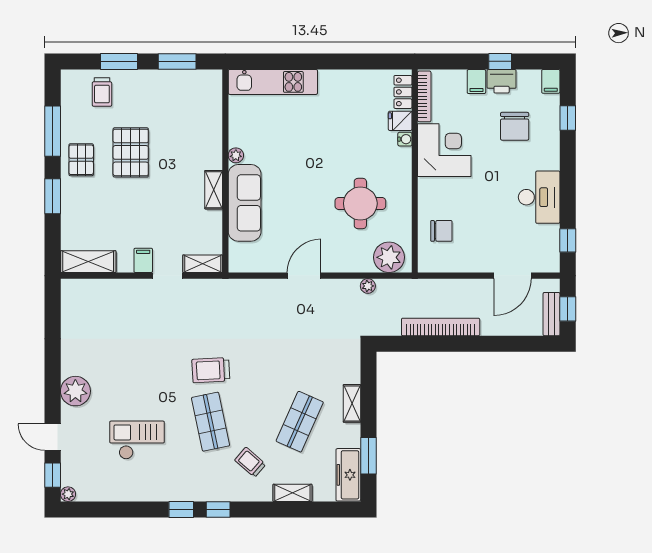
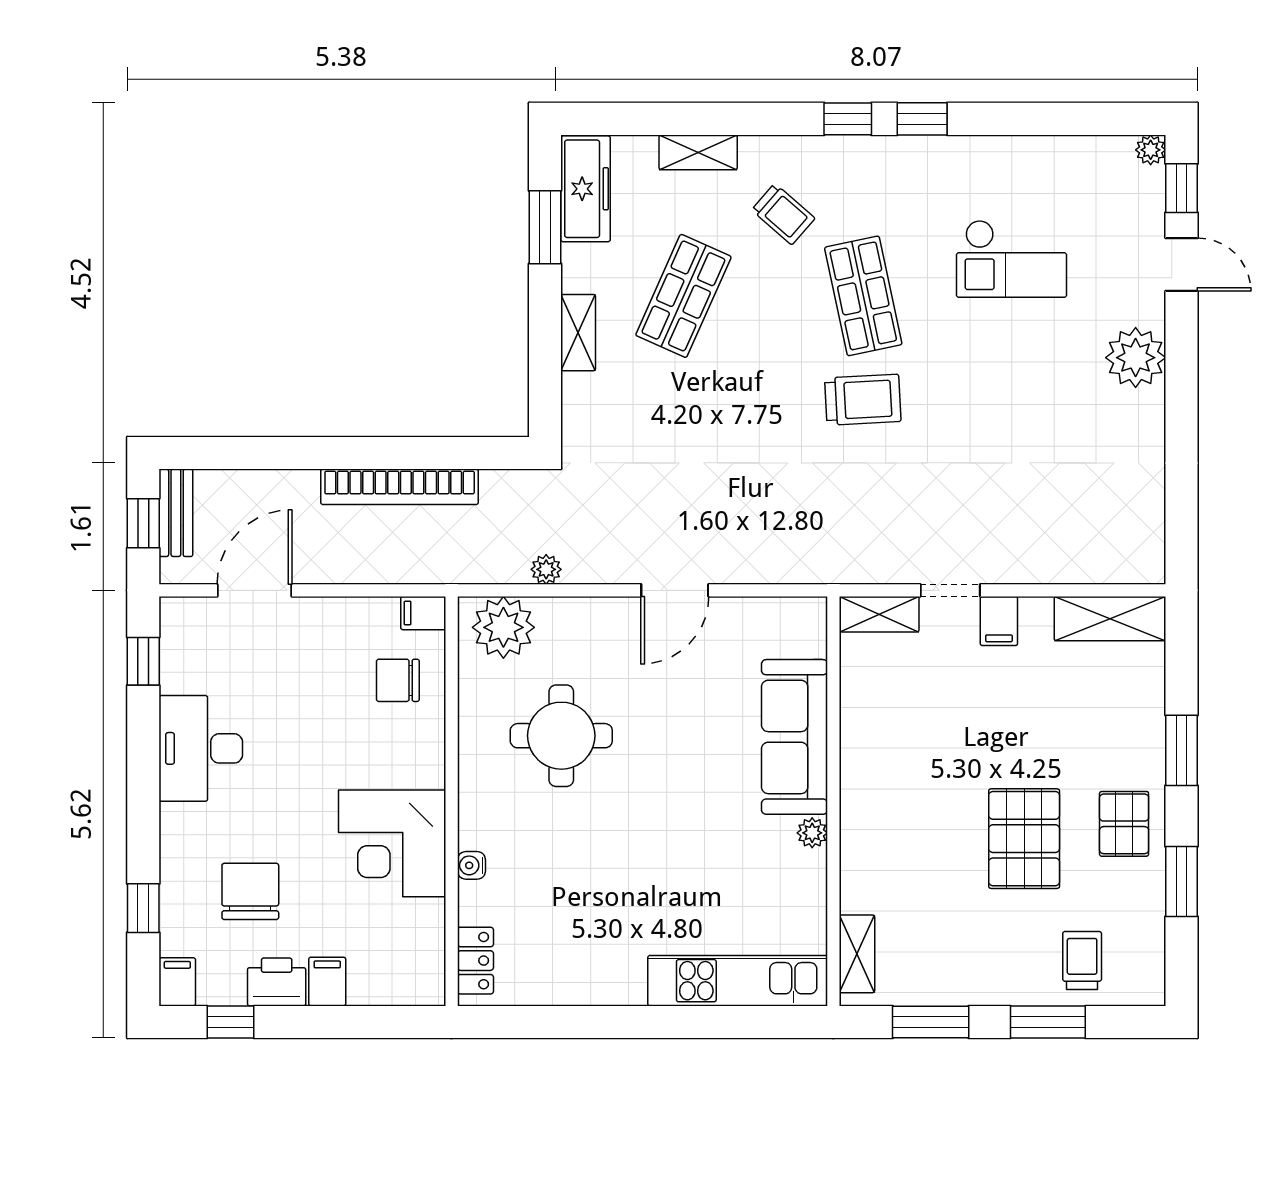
window: (500, 61) -> (230, 1022), moved
bookcase: (424, 96) -> (432, 951), removed
fridge: (400, 121) -> (481, 902), removed
window: (53, 131) -> (1182, 881), width x0.69
shelving: (214, 190) -> (857, 954), moved
filing cabinet: (429, 264) -> (423, 613), added

